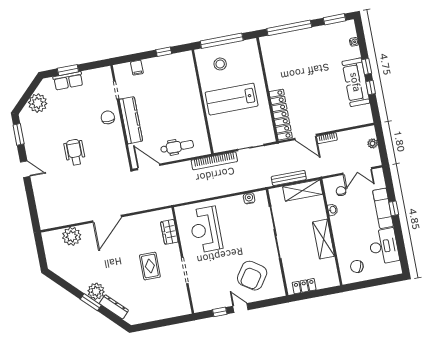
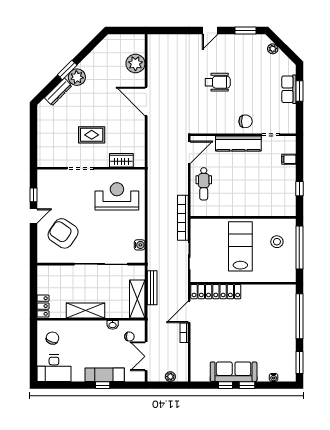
plant: (38, 103) -> (273, 49), width x0.53, depth x0.53
desk: (384, 246) -> (54, 368), moved
locker: (304, 286) -> (43, 306), moved

